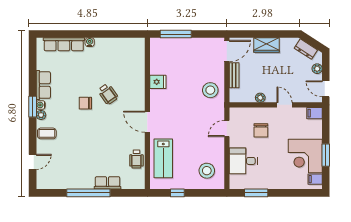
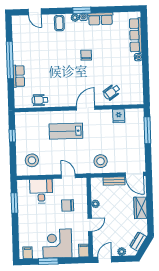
fridge: (158, 82) -> (119, 116), moved
wheelchair: (108, 94) -> (112, 92), moved
door: (147, 122) -> (86, 108), moved
corner desk: (305, 156) -> (57, 243), moved
lab bench: (163, 158) -> (66, 131), moved

